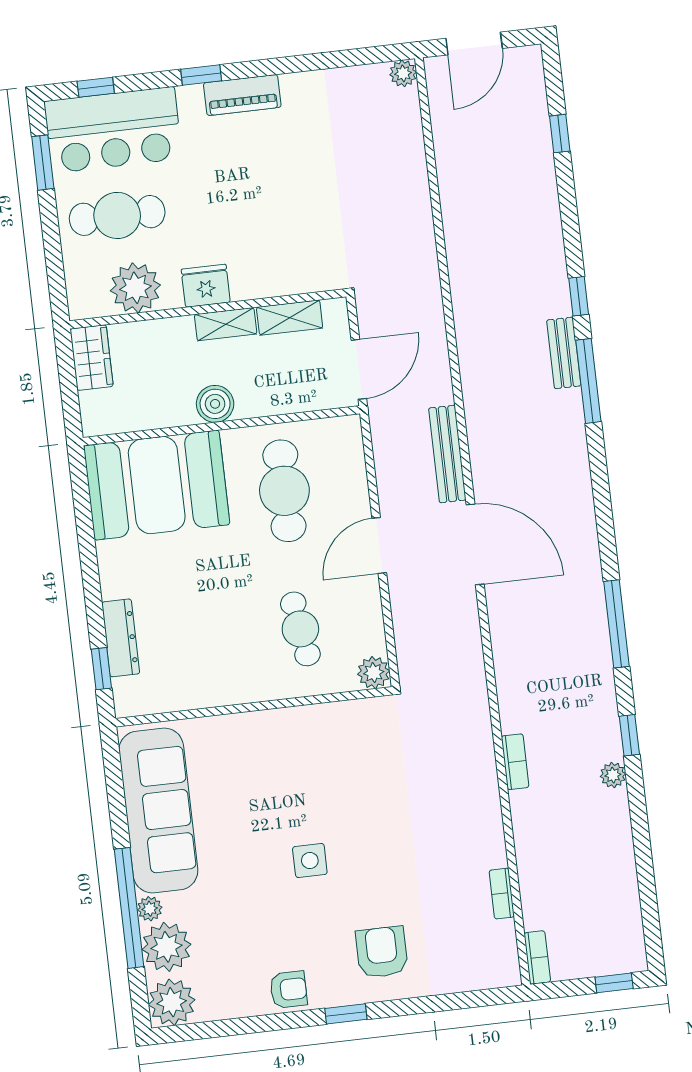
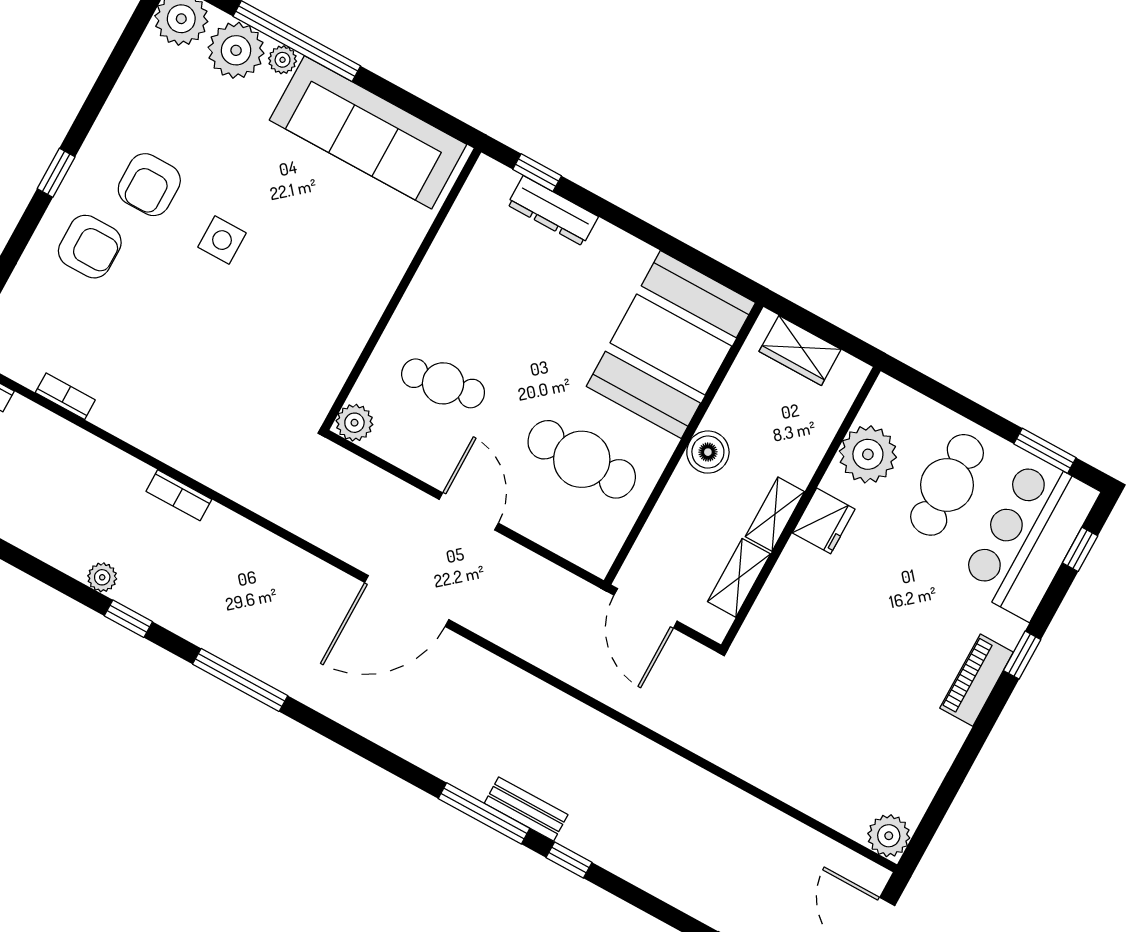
plant: (403, 73) -> (889, 836), width x1.38, depth x1.38
wardrobe: (92, 358) -> (800, 350), moved
bench: (447, 454) -> (509, 635), removed
armchair: (289, 990) -> (149, 185), moved, width x1.38, depth x1.38

